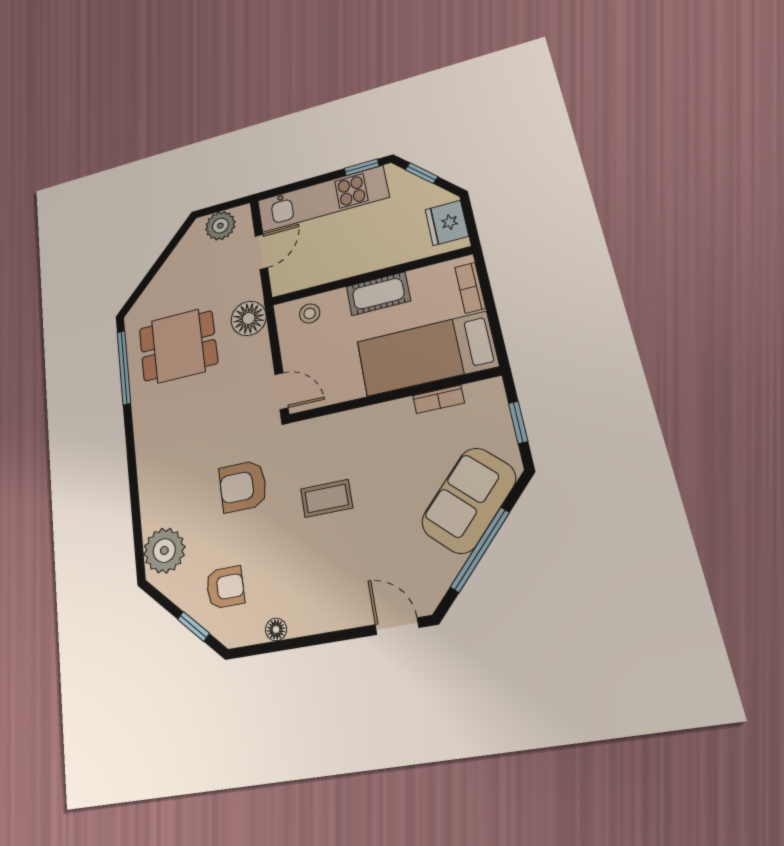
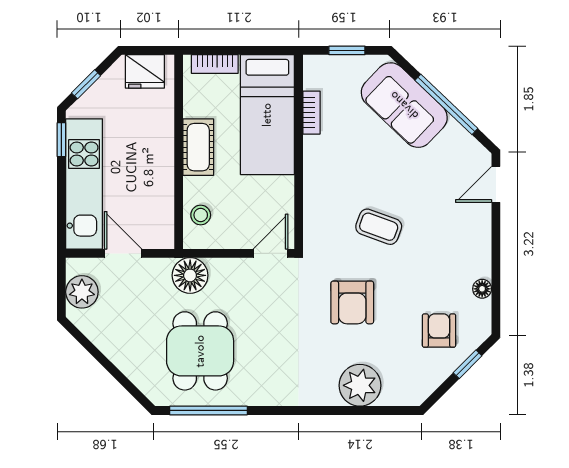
coffee table: (327, 498) -> (379, 227), turned -70
plant: (164, 551) -> (360, 385), moved

